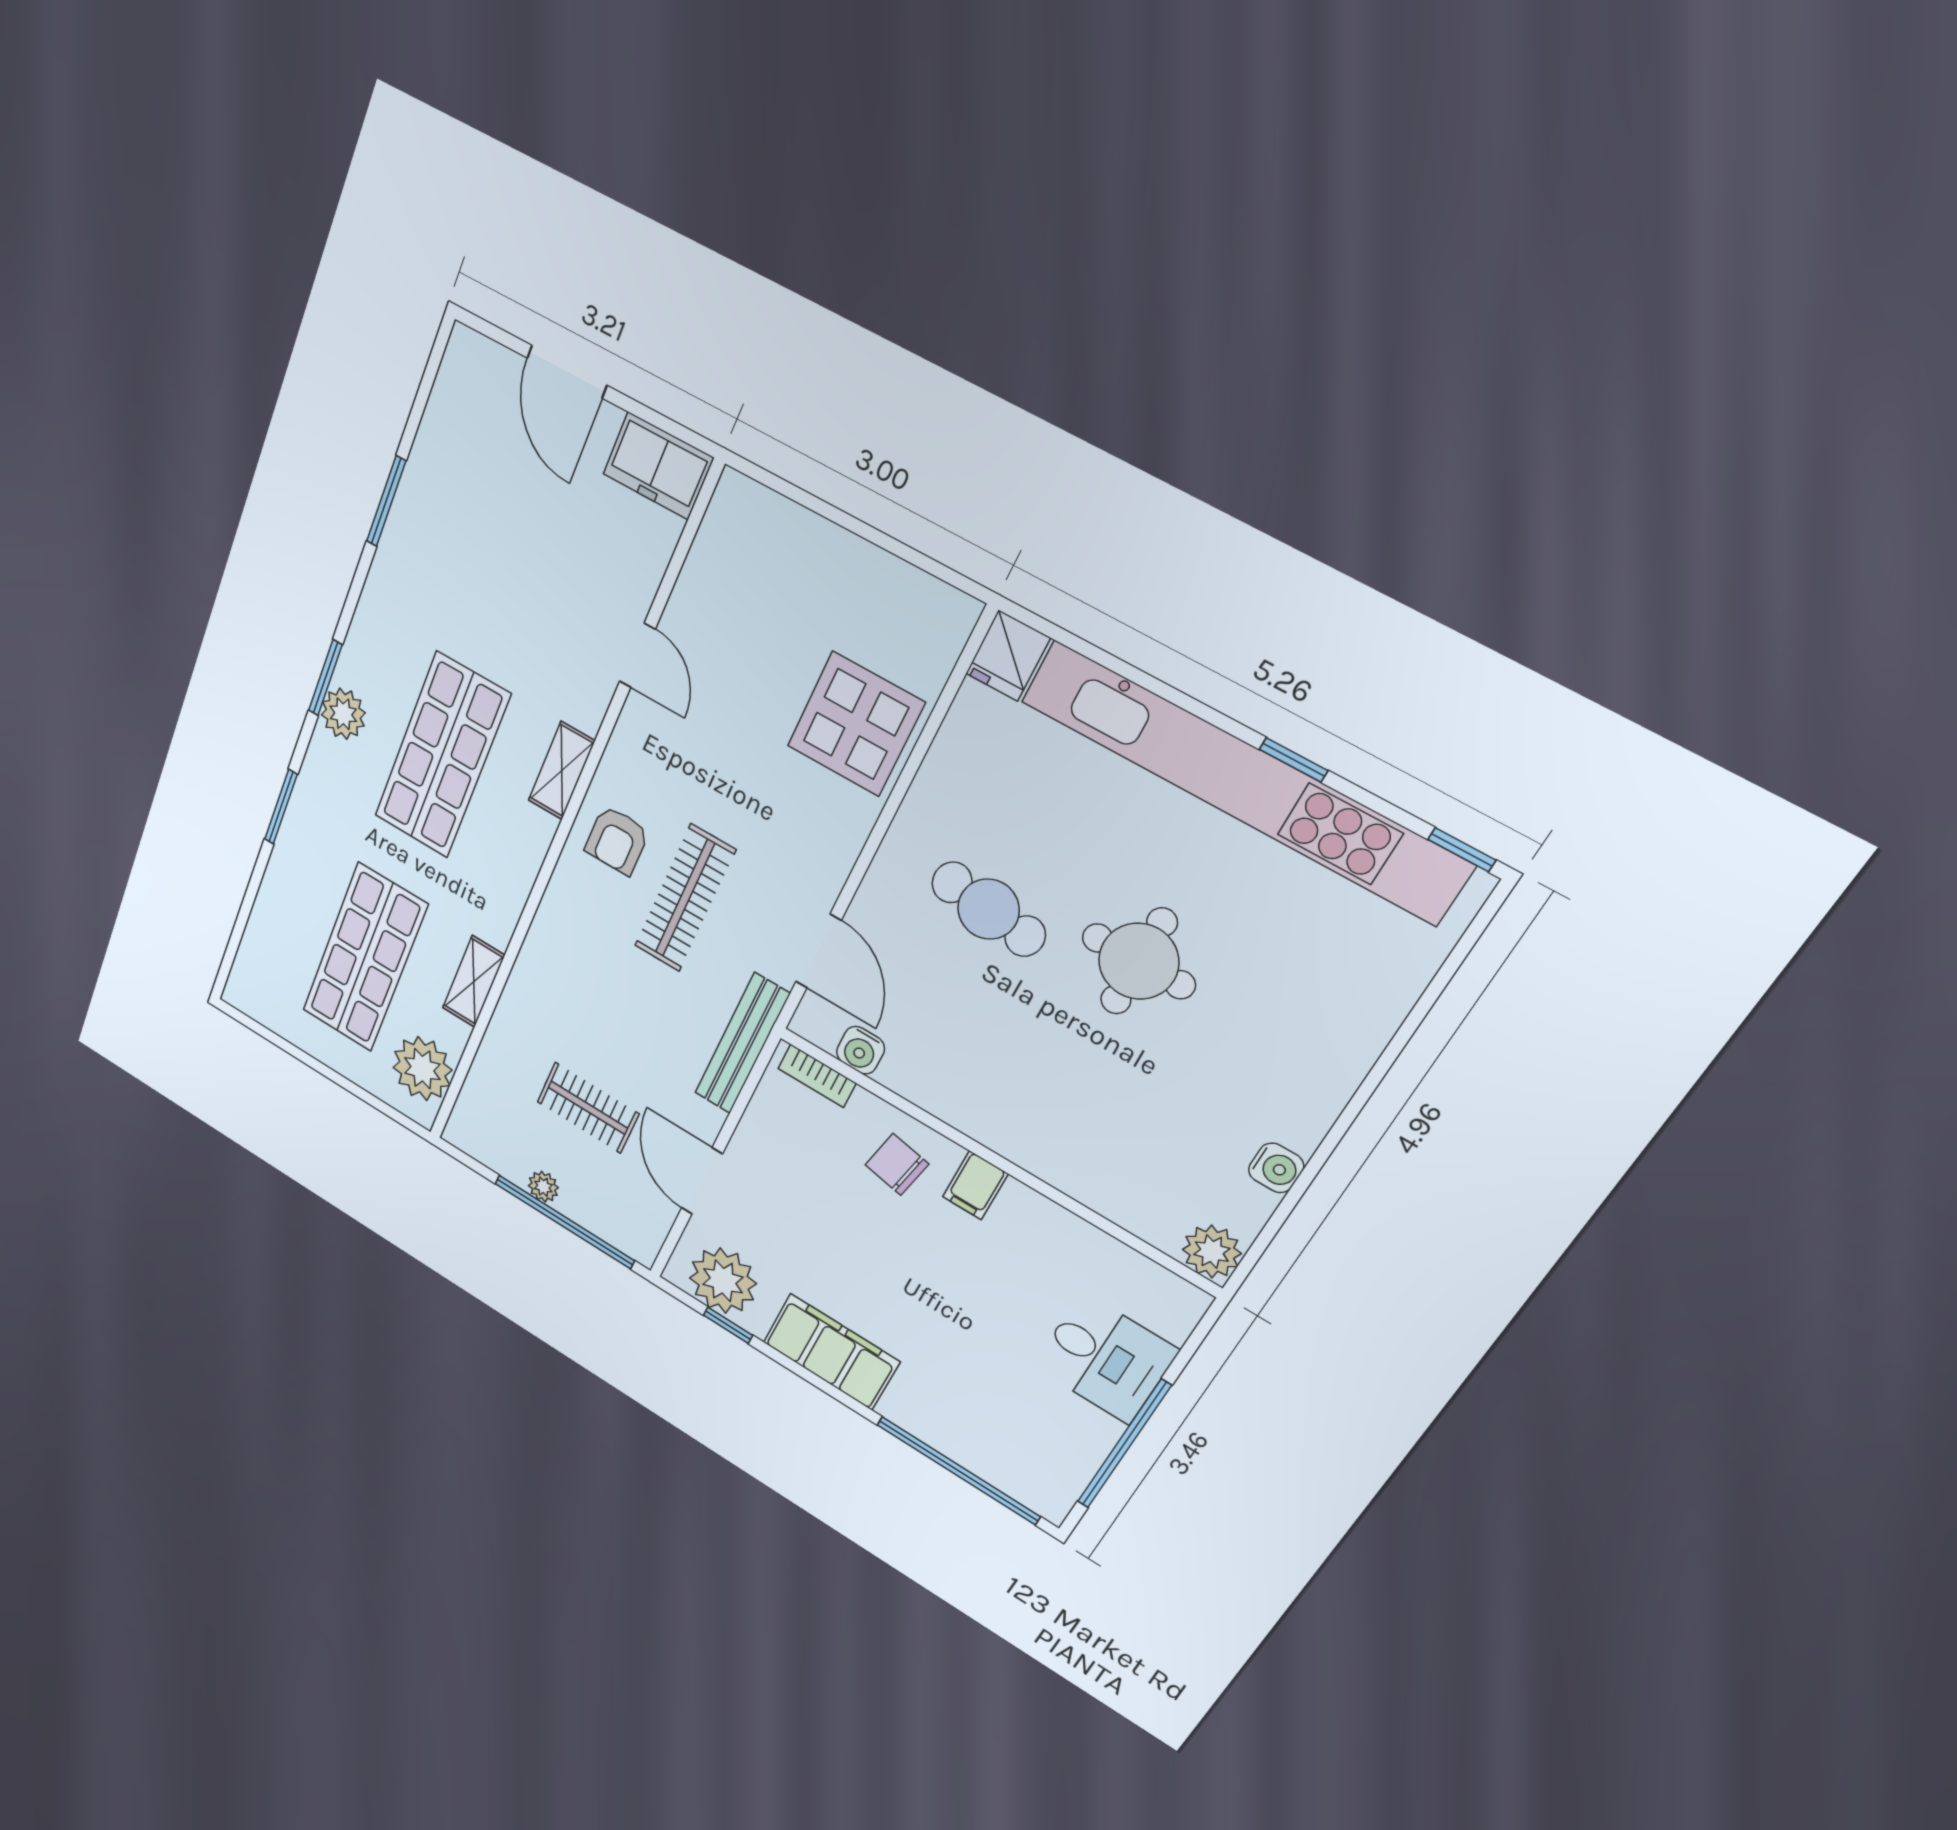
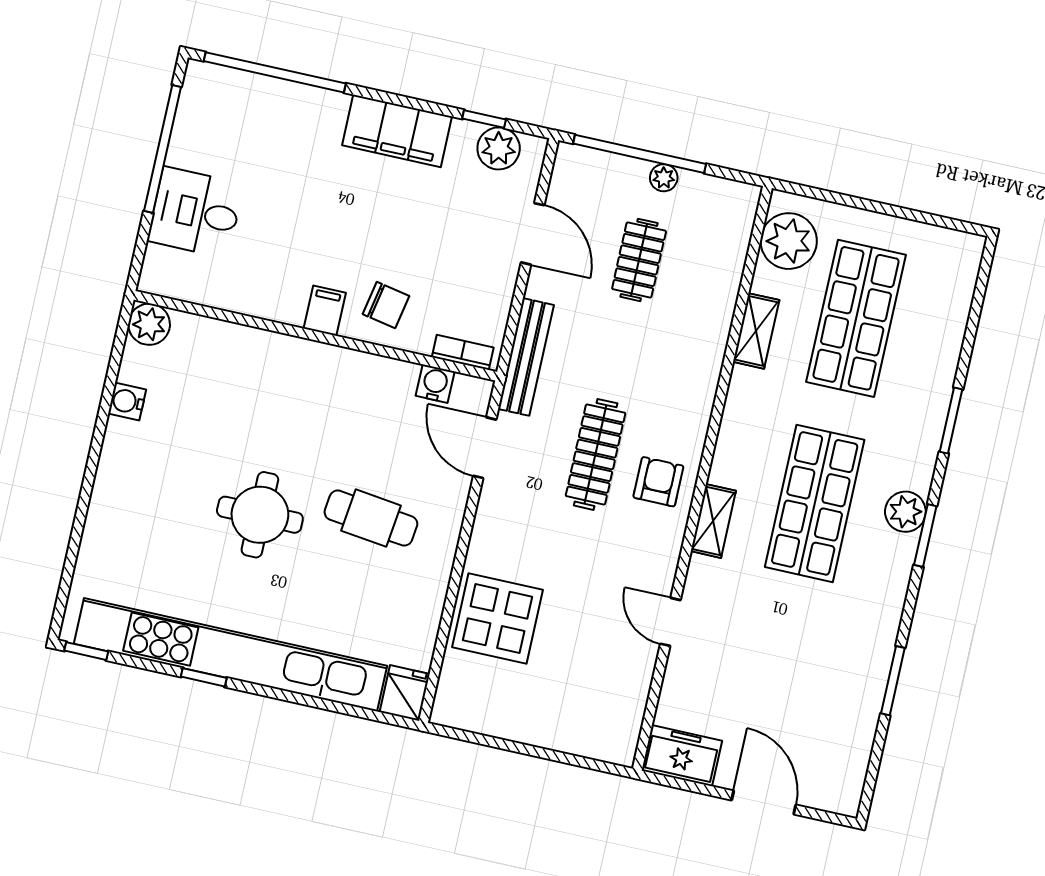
clothes rail: (588, 1108) -> (639, 260), turned 90
plant: (723, 1281) -> (499, 148), width x0.73, depth x0.73

